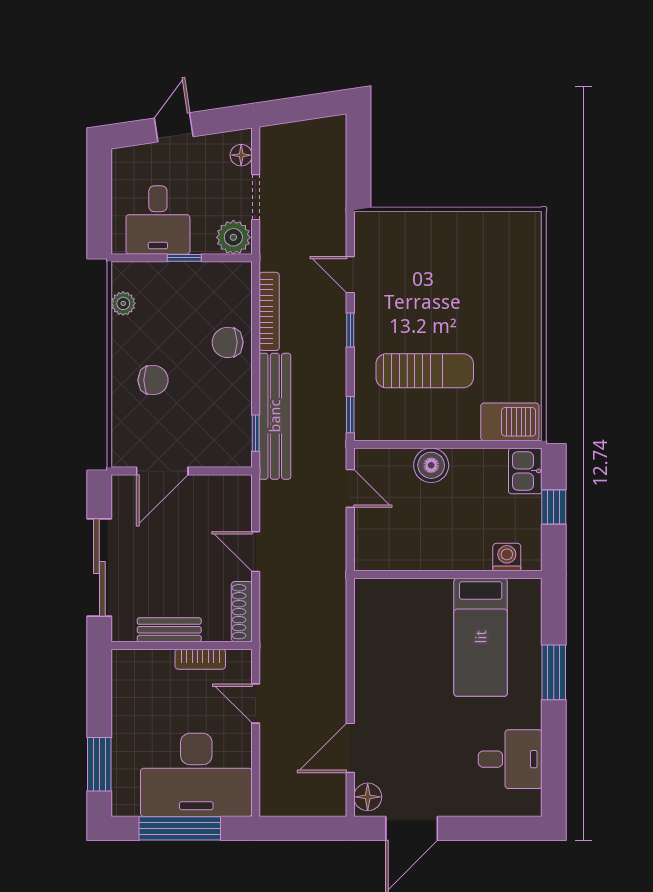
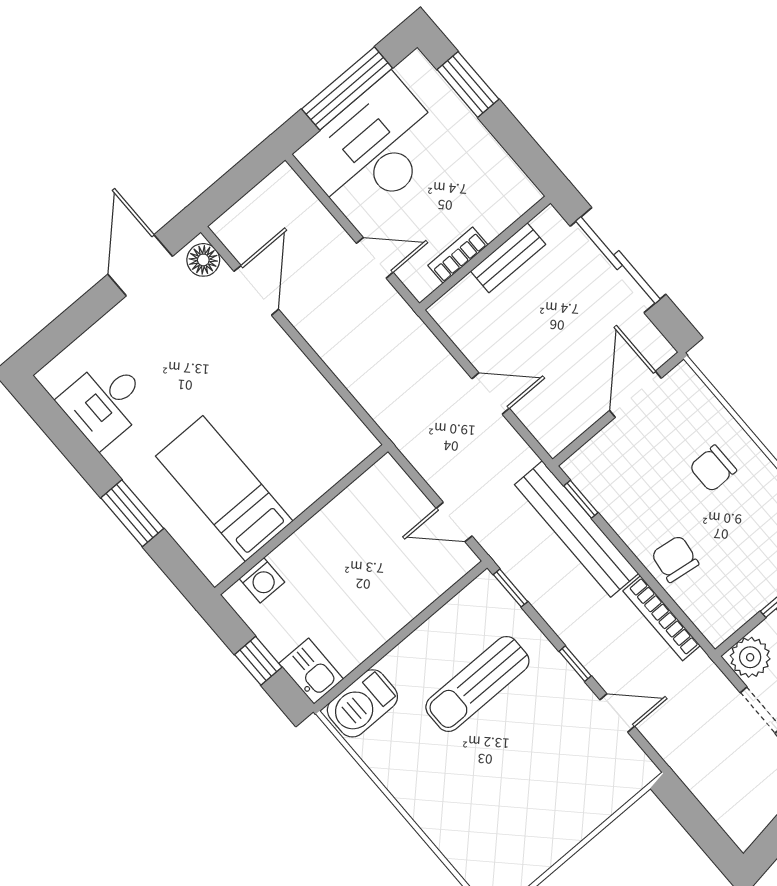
chair: (228, 342) -> (675, 559), turned -82
boiler: (431, 465) -> (400, 604), removed
shoe rack: (242, 612) -> (457, 329), removed

